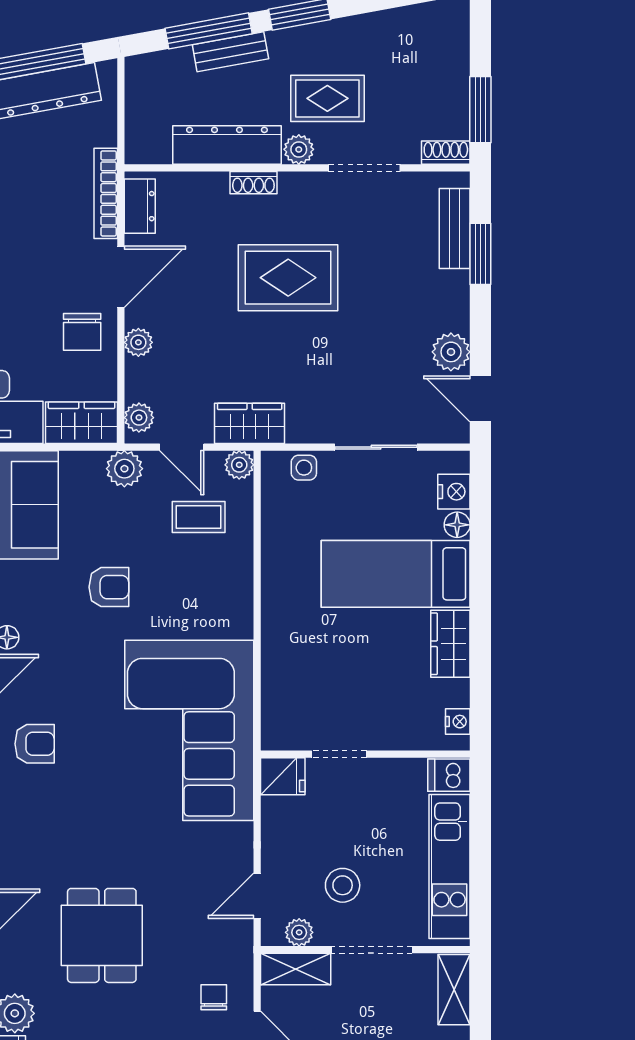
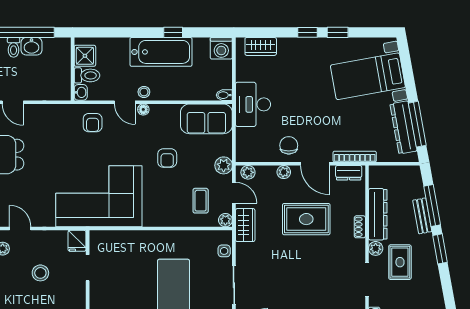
rug: (288, 278) -> (306, 219), moved, turned 90
chair: (82, 332) -> (289, 145), turned 90
wardrobe: (82, 423) -> (245, 145), removed
door: (182, 447) -> (234, 193), swing flipped
stool: (343, 885) -> (40, 273), moved

